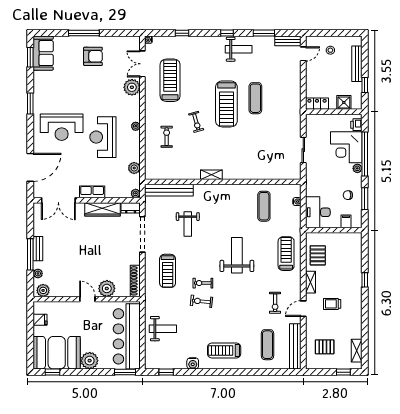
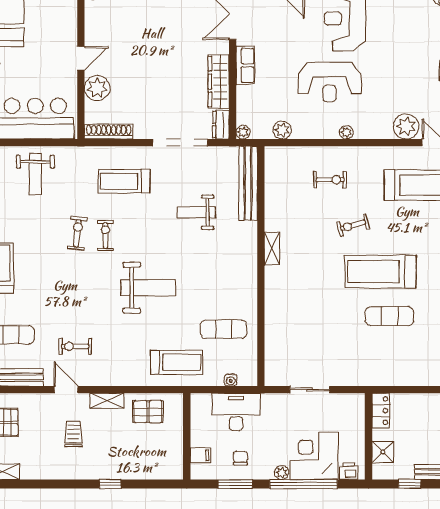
reception desk: (103, 137) -> (330, 82), turned 180
desk: (318, 212) -> (236, 412), moved
treadmill: (286, 254) -> (177, 362), moved

